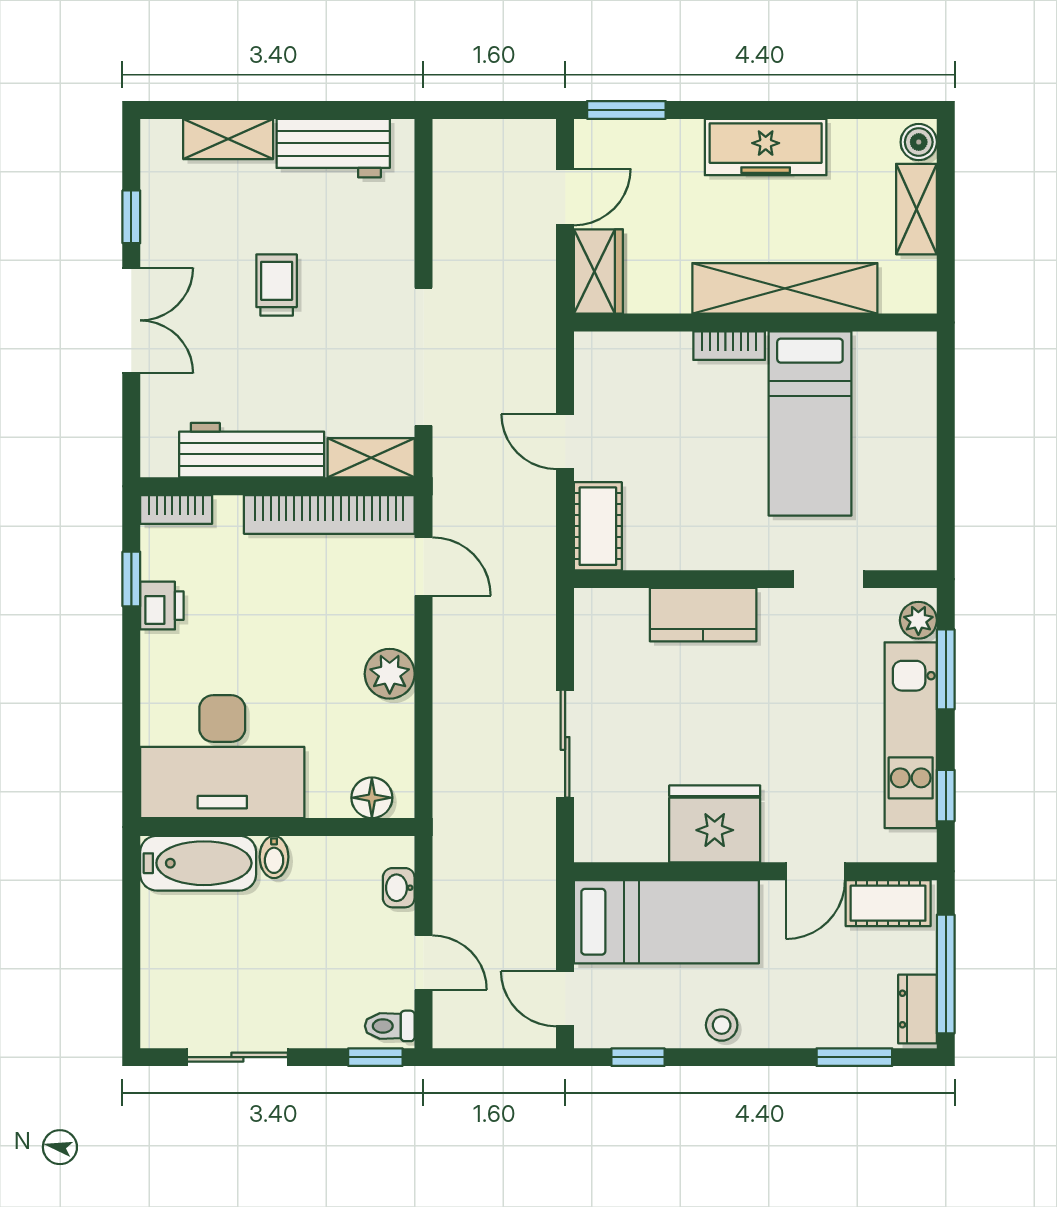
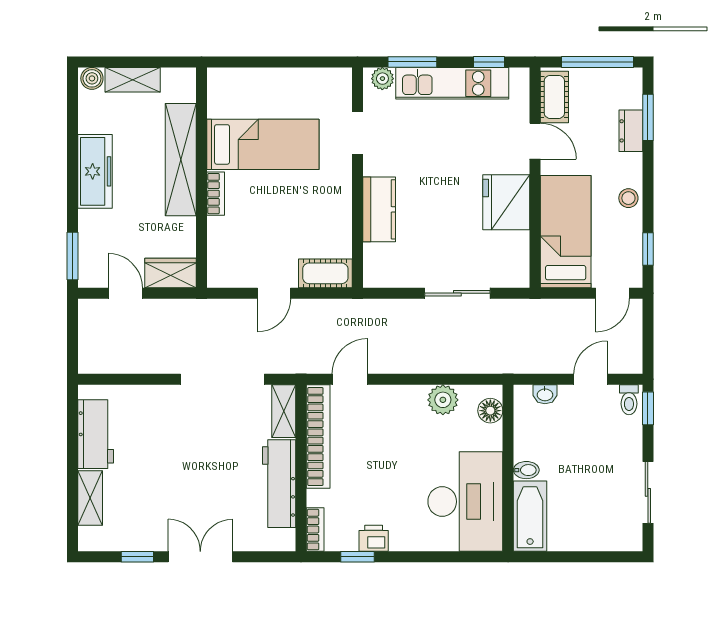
trolley: (277, 285) -> (179, 468), removed
plant: (390, 674) -> (443, 400), moved
dresser: (918, 1009) -> (631, 131), moved, turned 90

